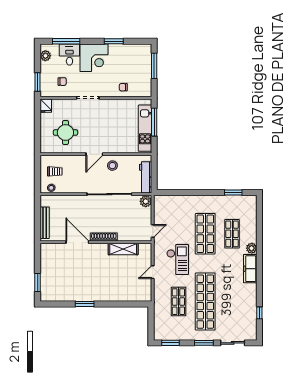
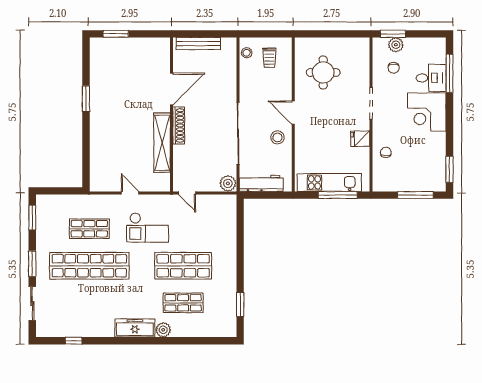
window: (114, 41) -> (449, 169), moved
plant: (45, 56) -> (396, 45), moved
fridge: (46, 106) -> (360, 139), moved
shelving: (123, 249) -> (162, 143), width x1.47

